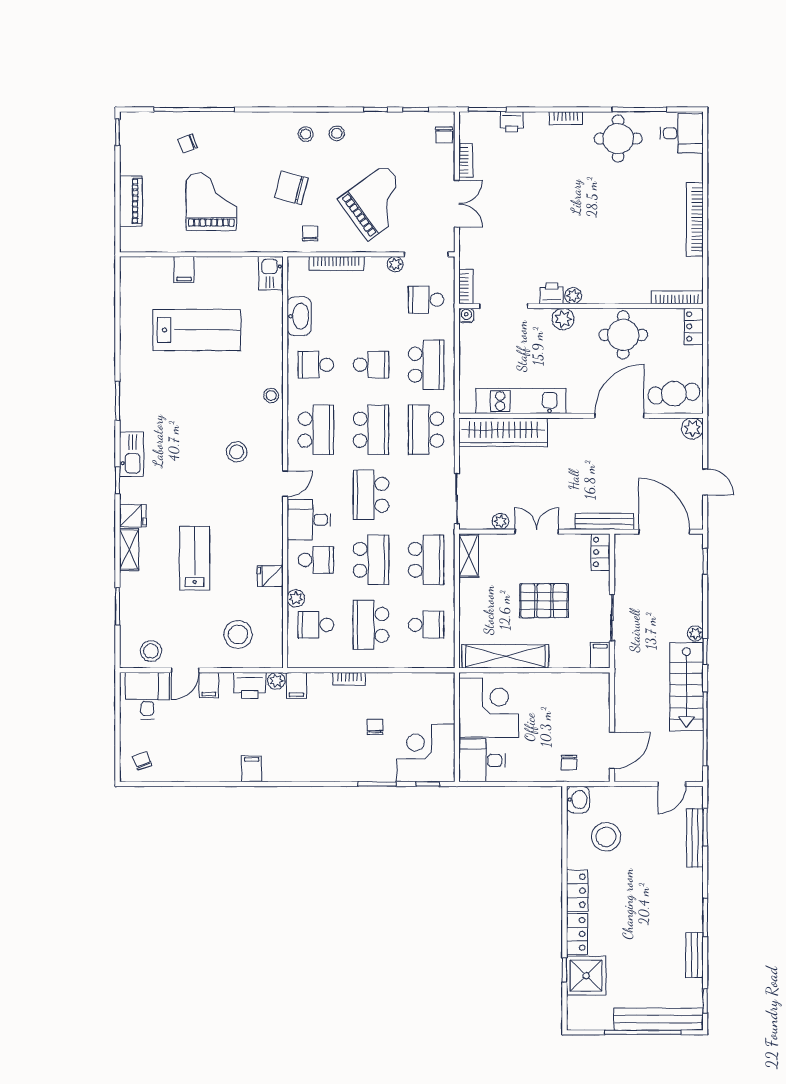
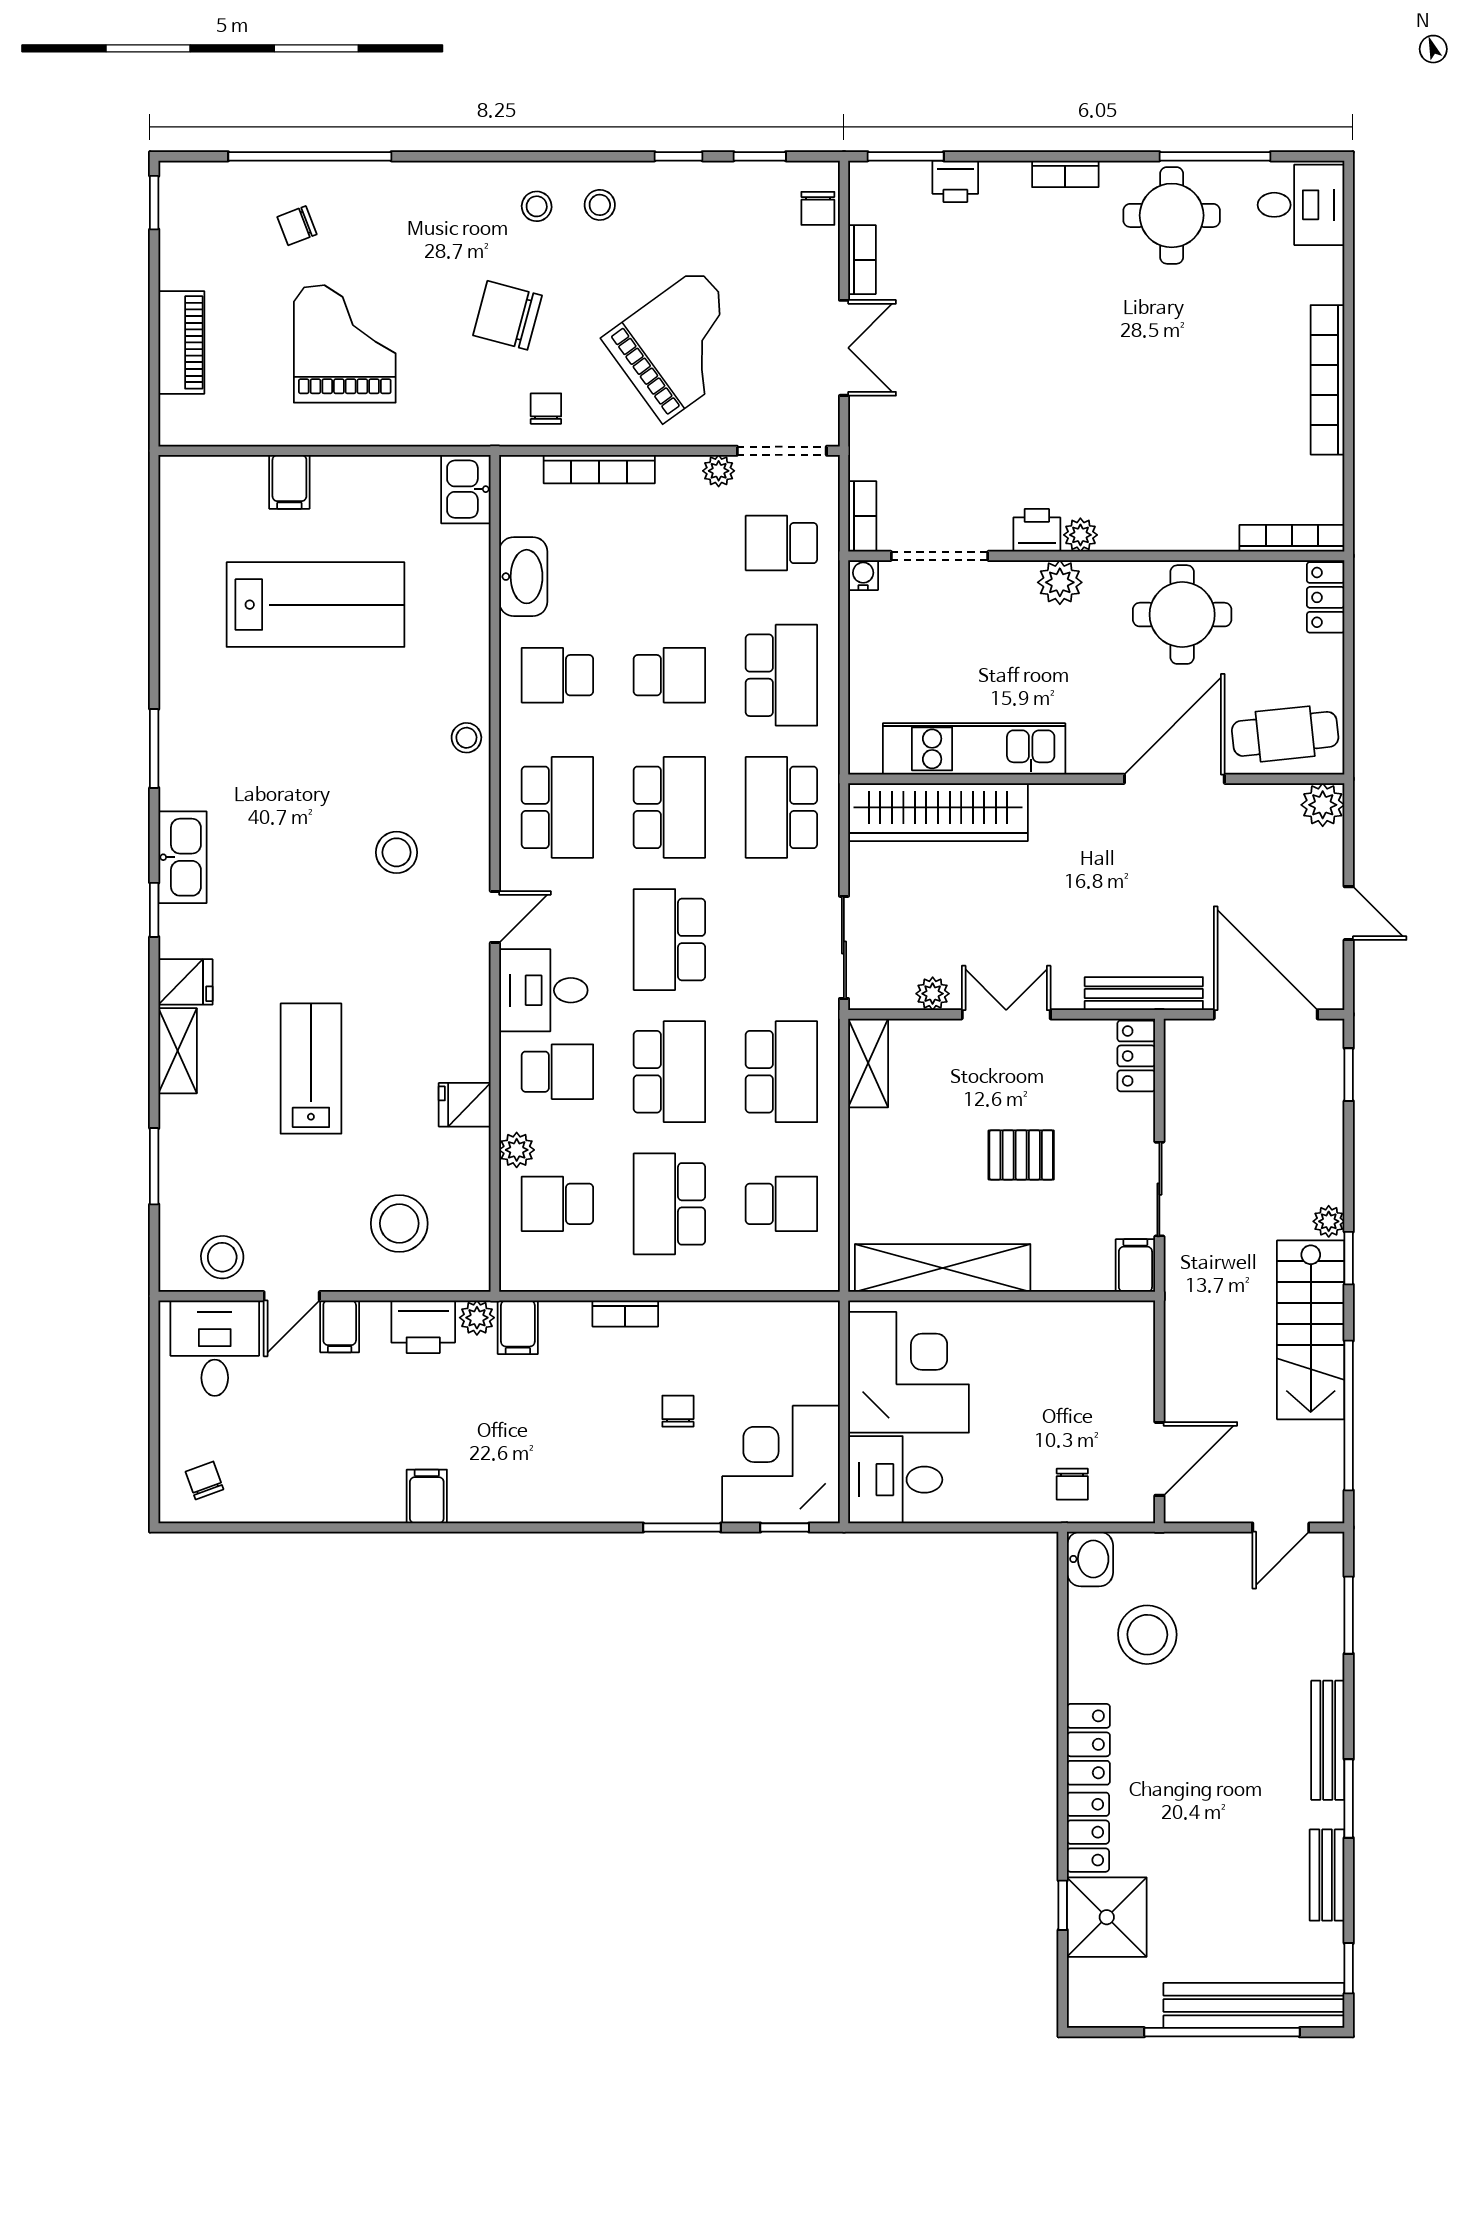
pallet: (544, 601) -> (1021, 1155), width x0.67, depth x0.71
bench: (695, 838) -> (1328, 1740), moved

